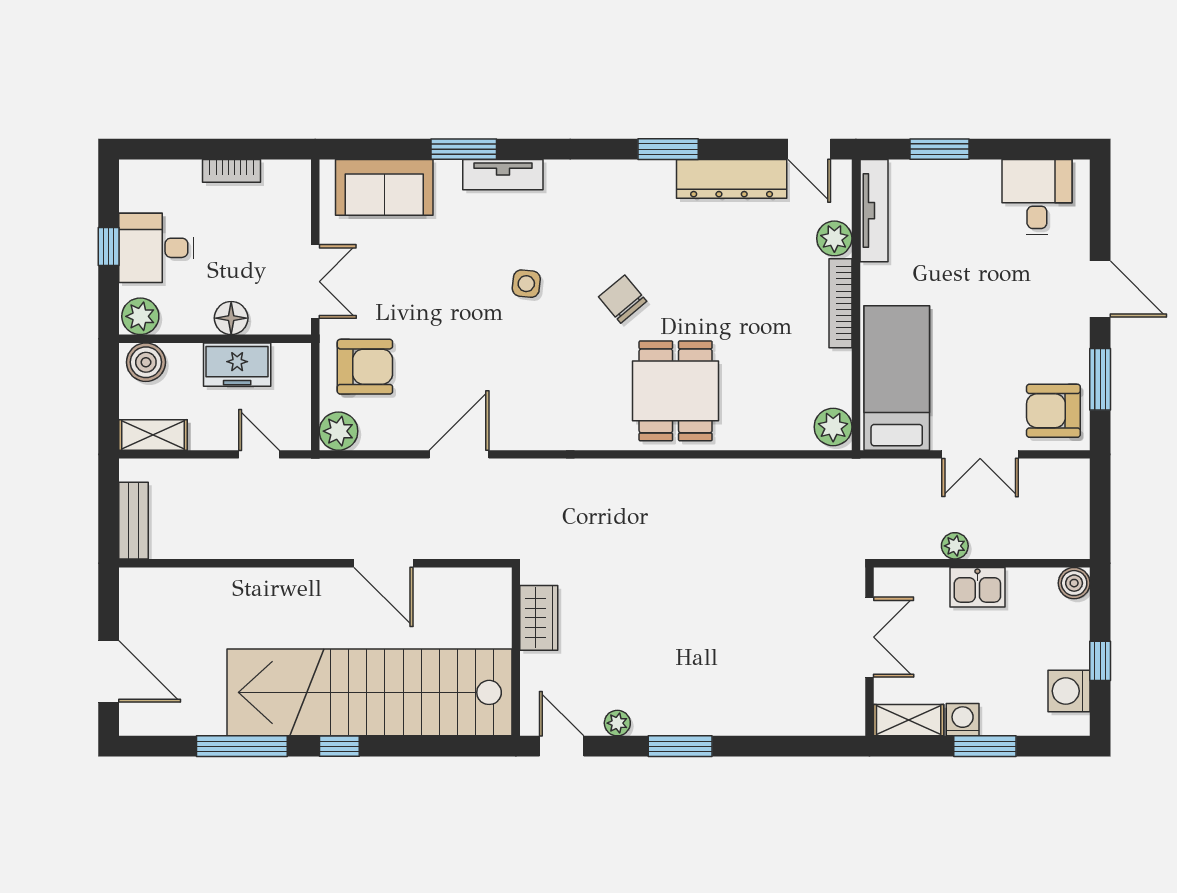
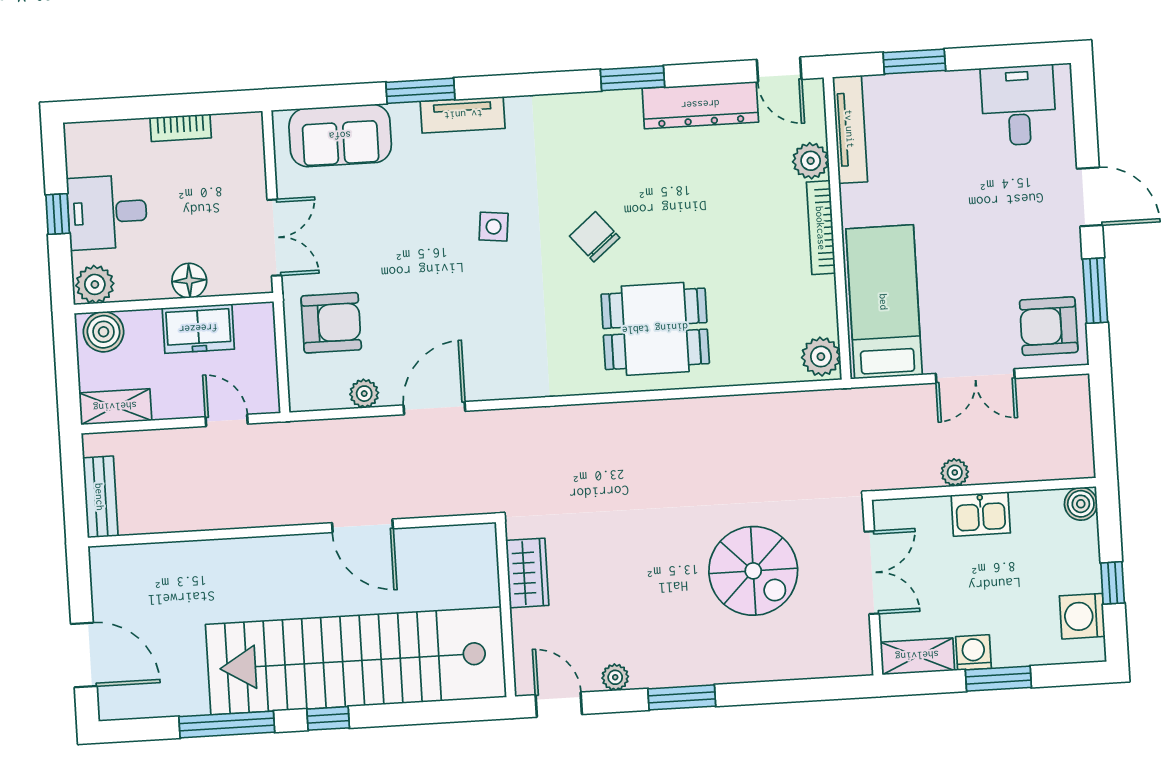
dining table: (676, 391) -> (655, 329), turned 90
plant: (339, 431) -> (364, 394), moved, width x0.73, depth x0.73
spiral stairs: (756, 629) -> (753, 571), added

